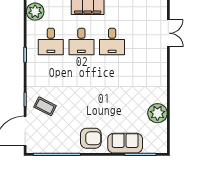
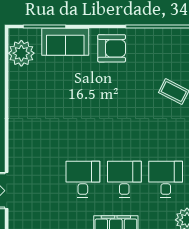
plant: (157, 113) -> (21, 53), moved
armchair: (91, 138) -> (112, 48), turned 180

